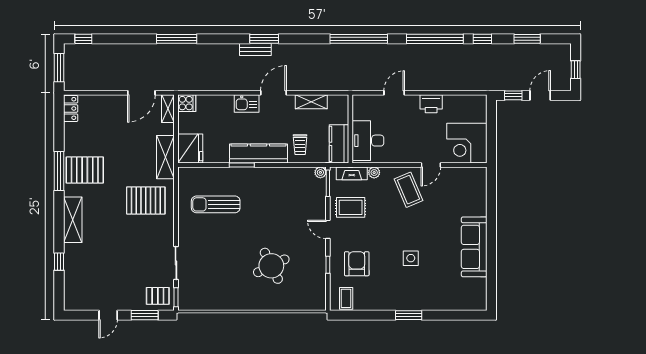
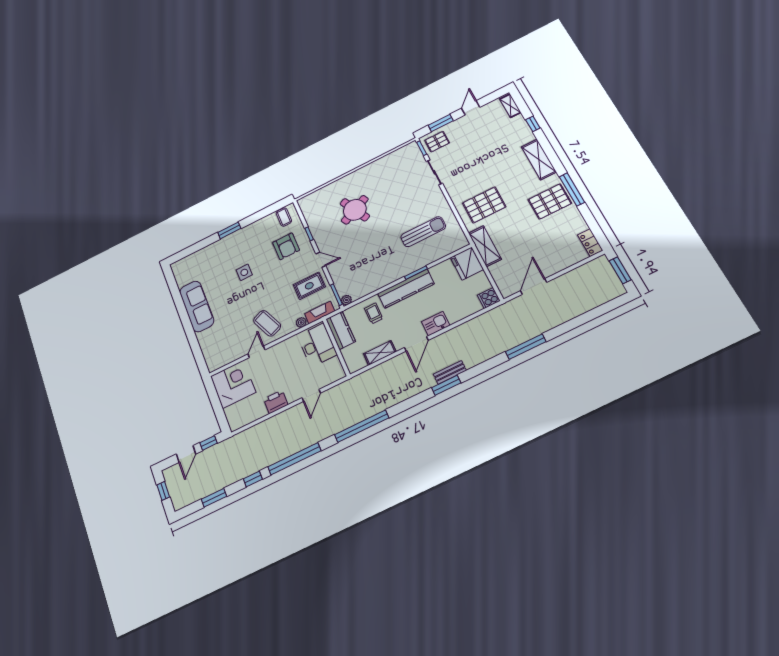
window: (83, 39) -> (612, 305), removed
shelving: (168, 109) -> (510, 106), moved

